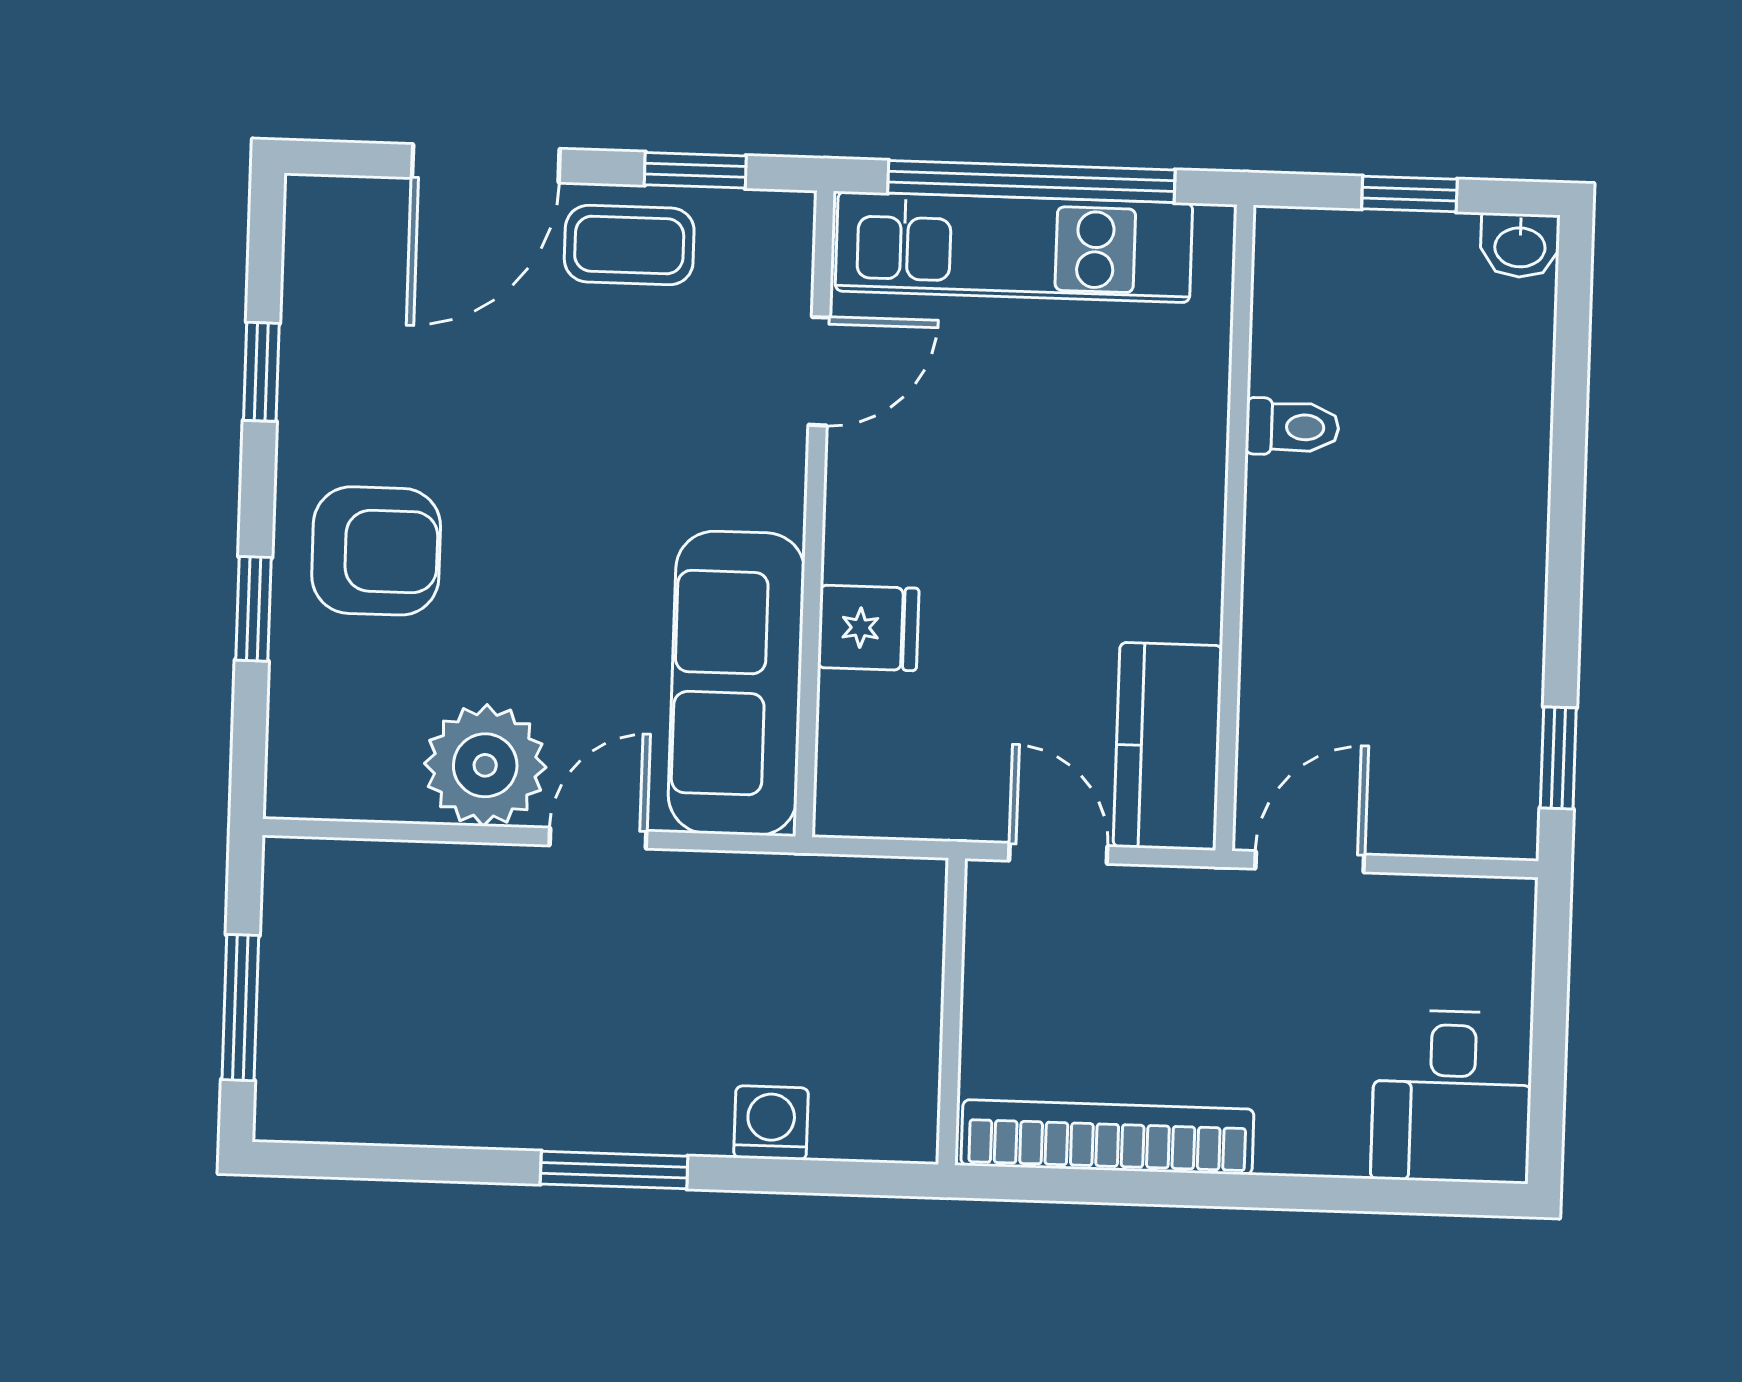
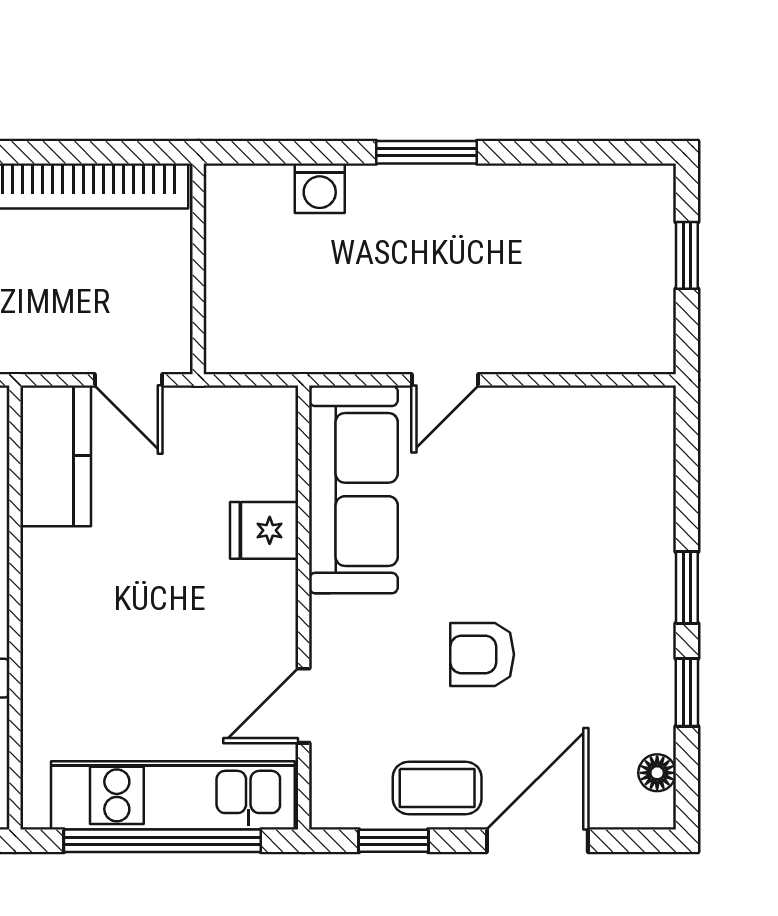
floor lamp: (309, 257) -> (657, 773), added
armchair: (376, 551) -> (482, 654), moved, width x0.72, depth x0.72
window: (254, 609) -> (687, 588), moved
plant: (485, 765) -> (524, 427), removed
window: (240, 1008) -> (687, 255), width x0.67

